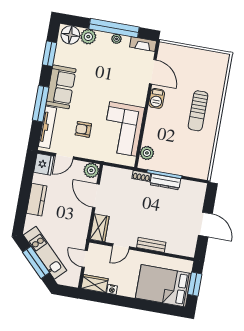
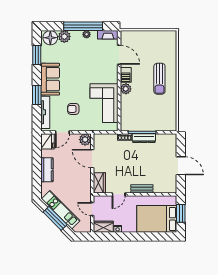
window: (41, 104) -> (37, 95), width x0.69
plant: (147, 153) -> (126, 89), moved

